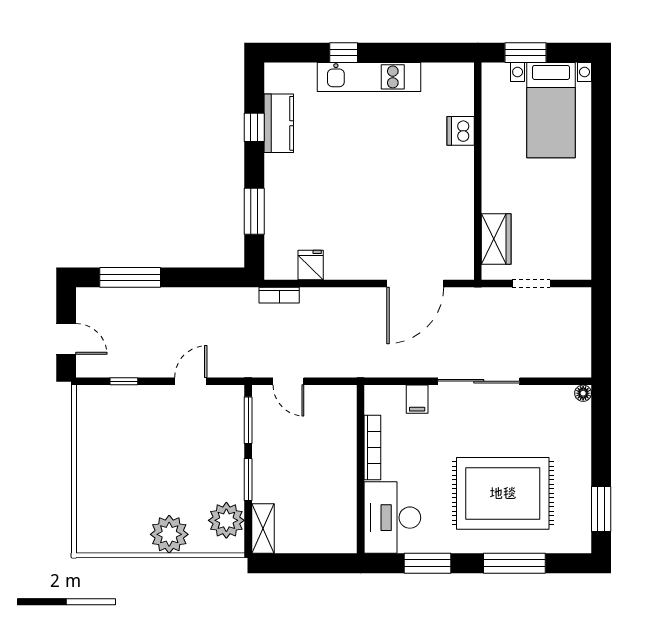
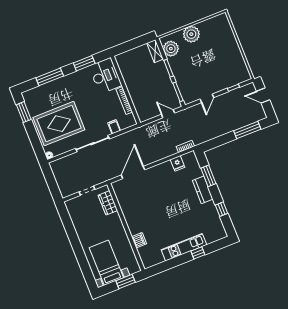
kitchen counter: (279, 123) -> (203, 190), moved
rug: (503, 493) -> (59, 124), moved

